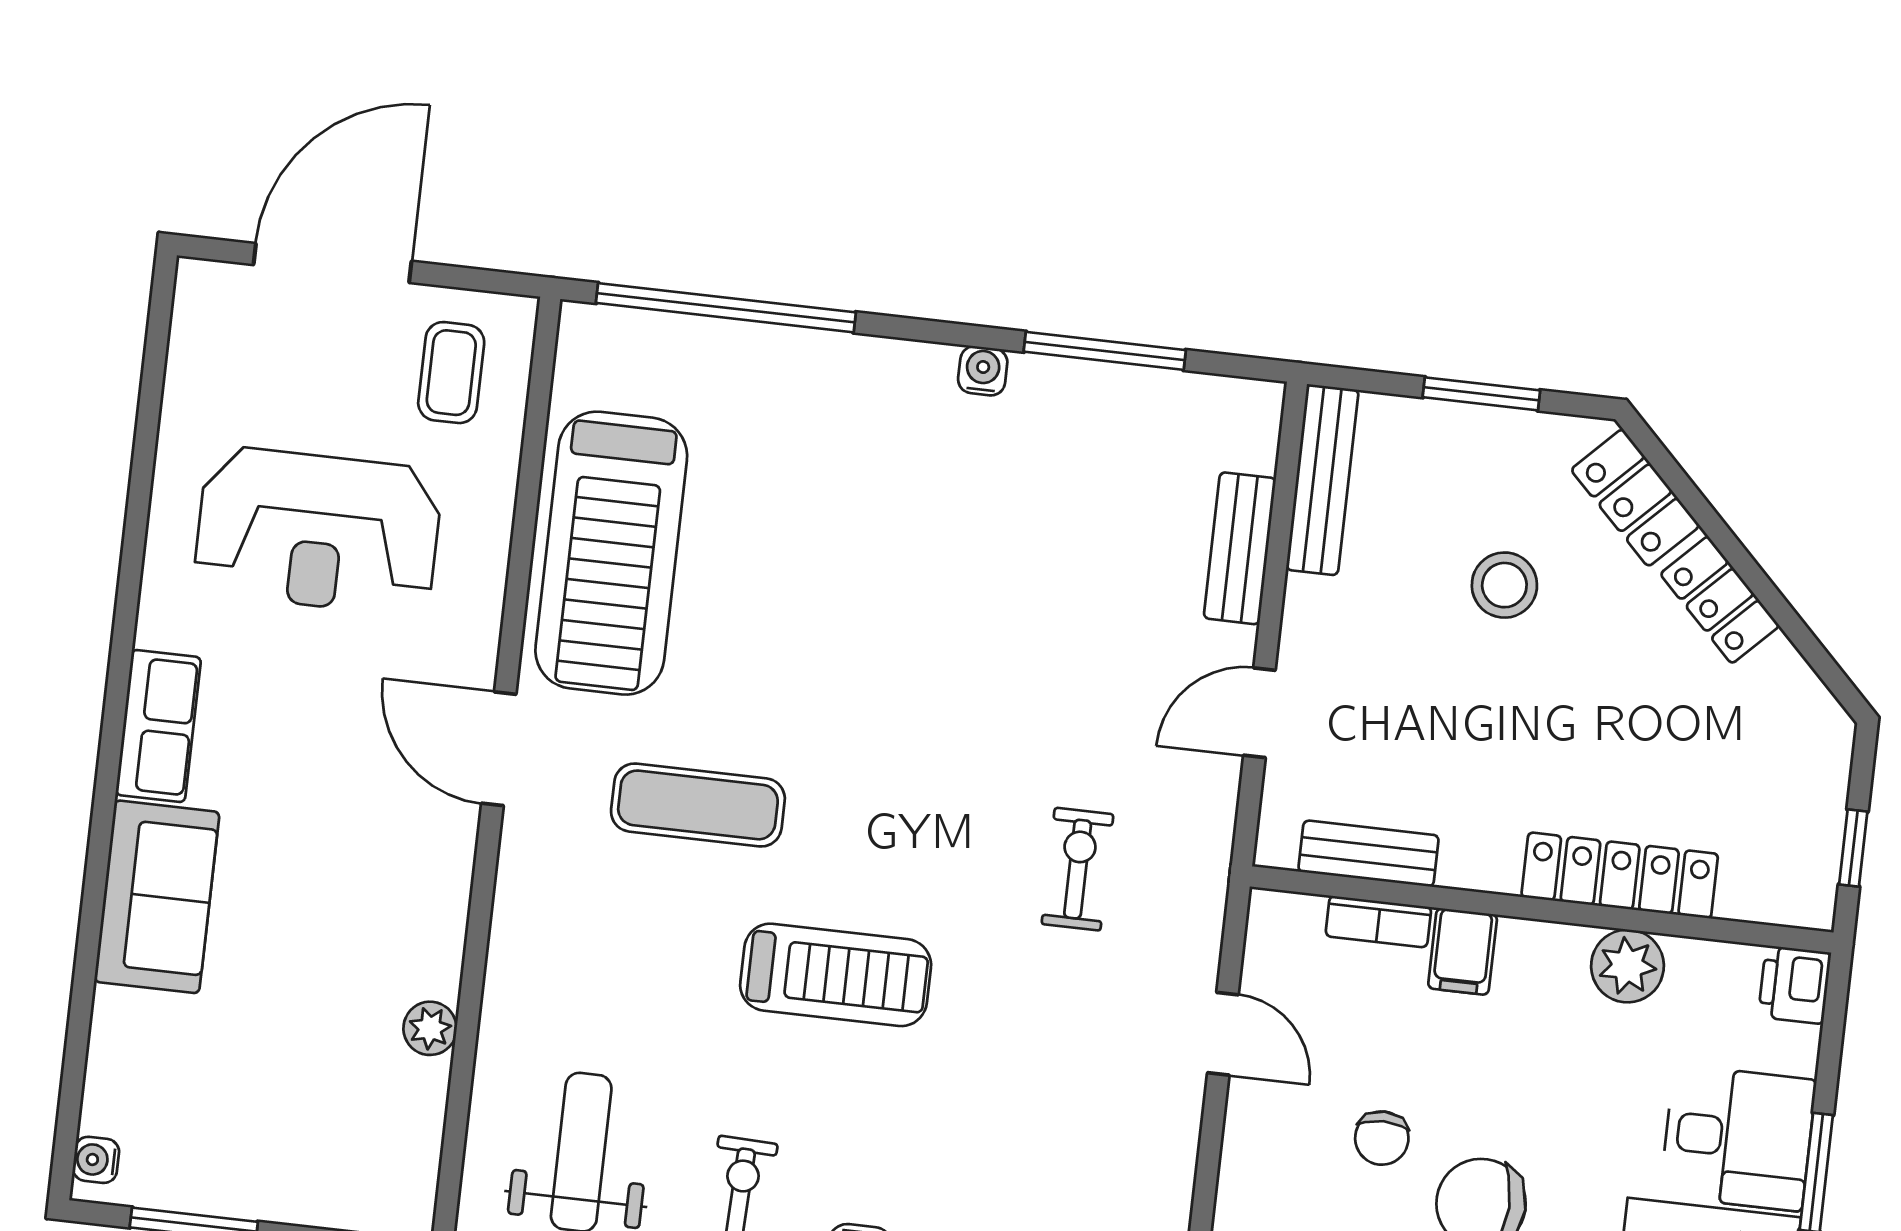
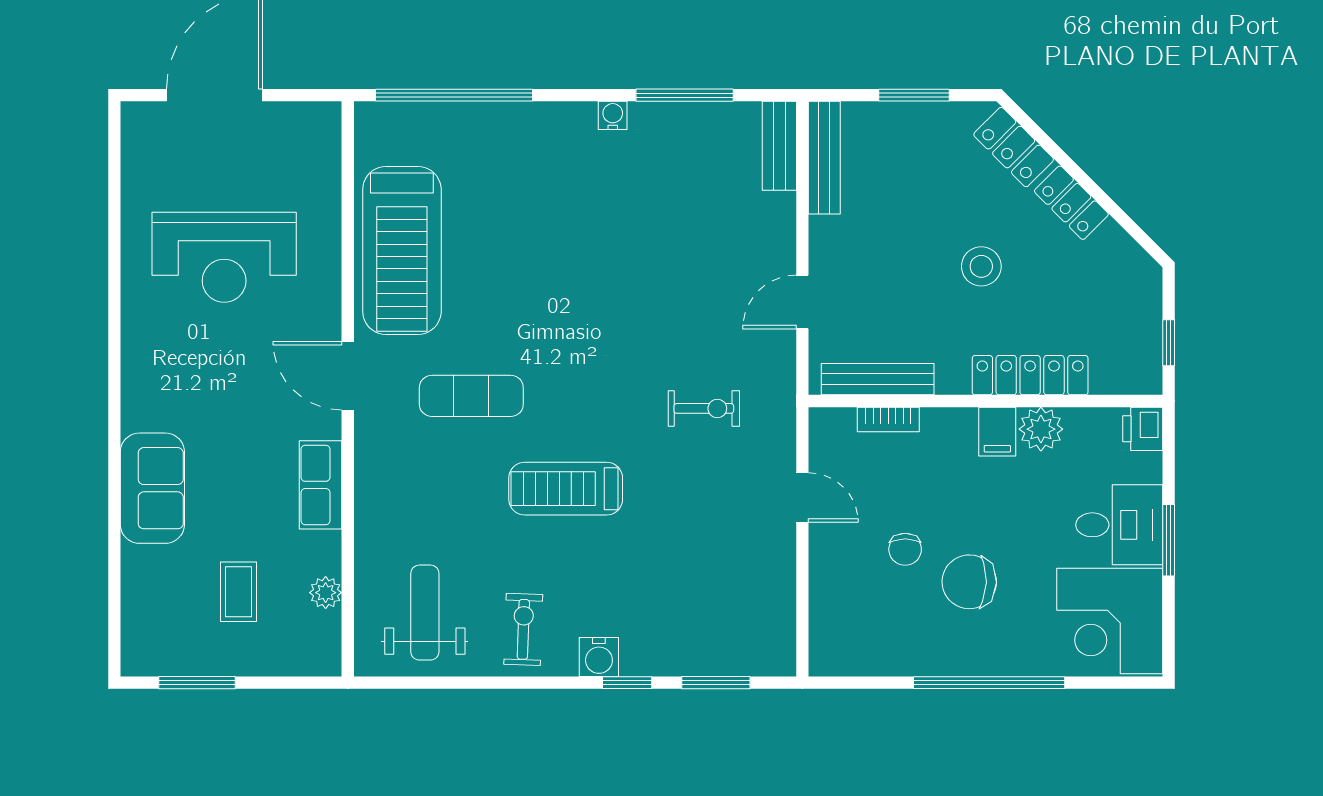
coffee table: (451, 373) -> (238, 592), moved
bench: (1240, 548) -> (779, 146), moved
stool: (1504, 585) -> (981, 266), moved
row of seats: (158, 726) -> (321, 485), moved, turned 180
bench: (1369, 854) -> (878, 379), width x1.36
exercise bike: (1078, 869) -> (704, 408), turned 90
filing cabinet: (1463, 951) -> (997, 432), moved
treadmill: (836, 975) -> (566, 489), turned 180
plant: (430, 1028) -> (326, 593), moved
water cooler: (96, 1160) -> (134, 650), removed

